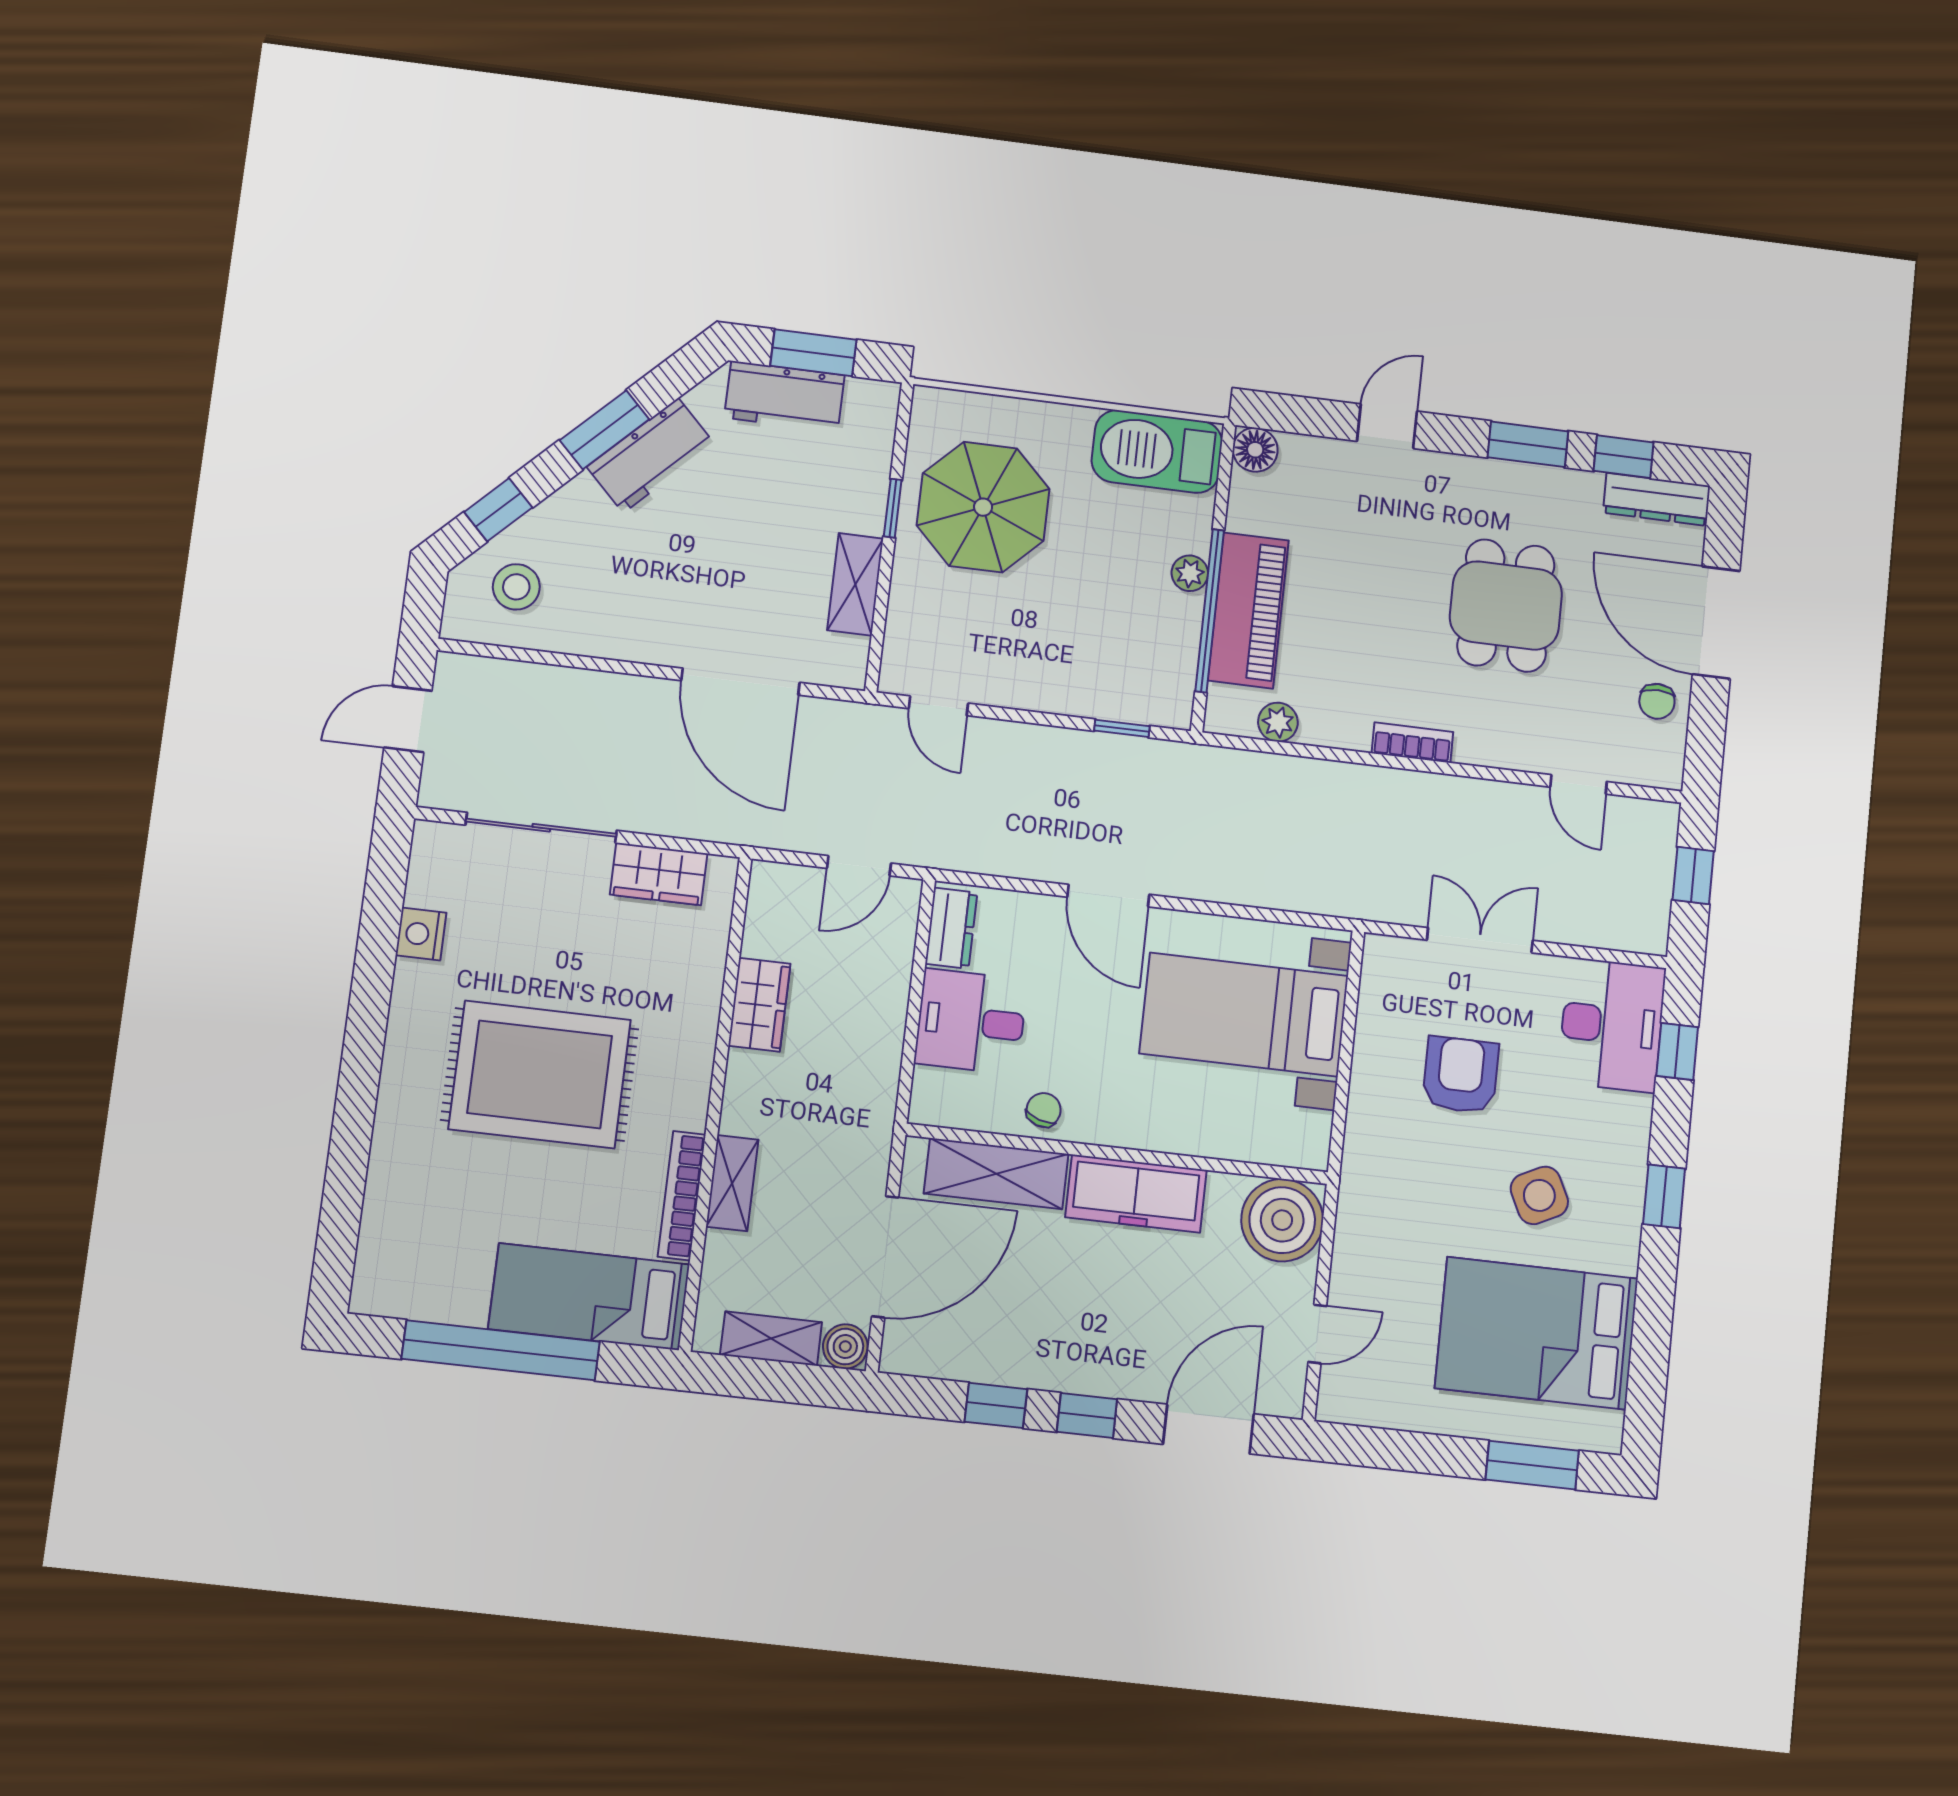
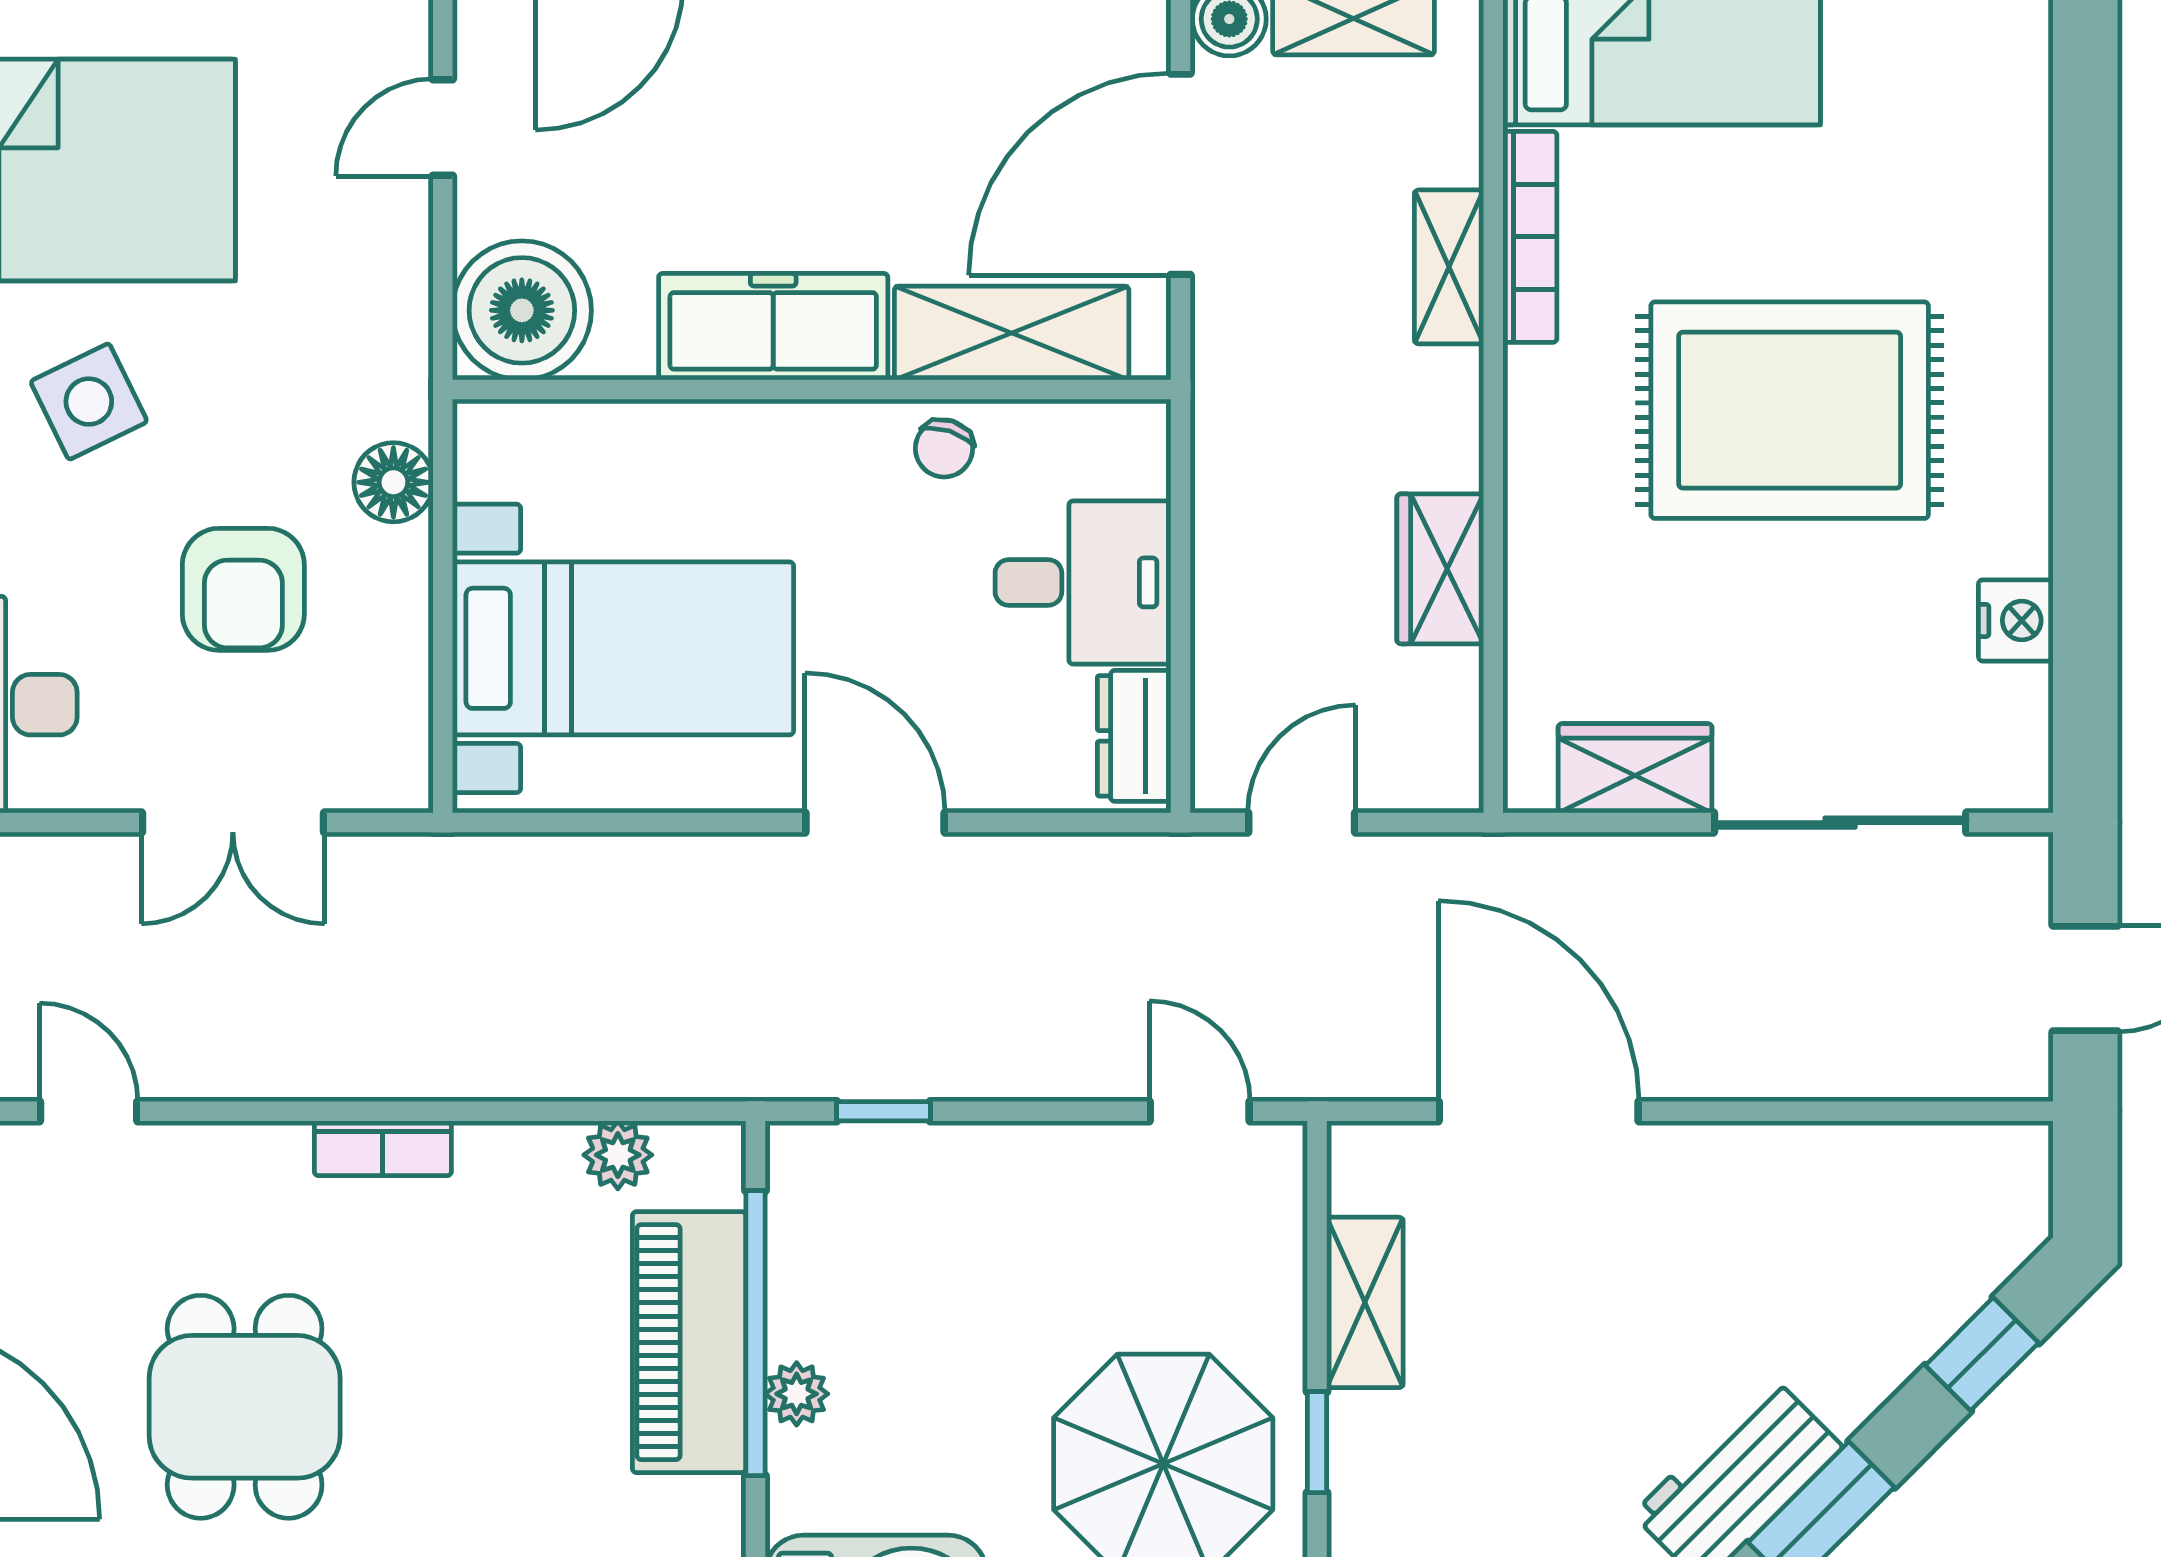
stool: (516, 587) -> (1934, 1226), removed
floor lamp: (1367, 1128) -> (393, 482), added

